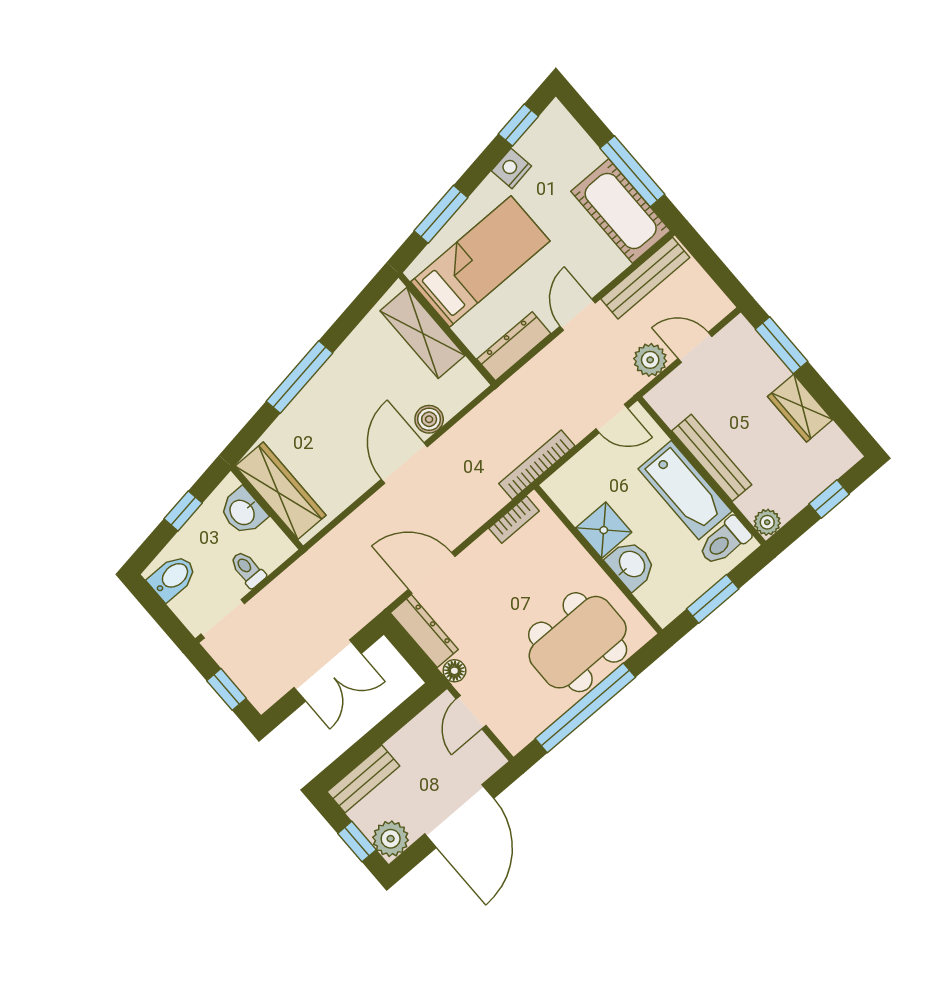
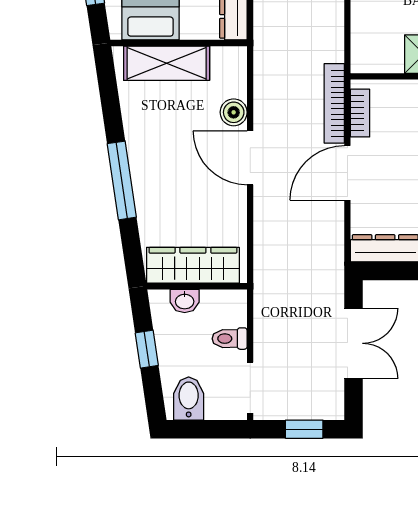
bookcase: (537, 465) -> (334, 103), moved
washbasin: (243, 512) -> (185, 301), width x0.72, depth x0.69
door: (432, 573) -> (347, 173), moved

